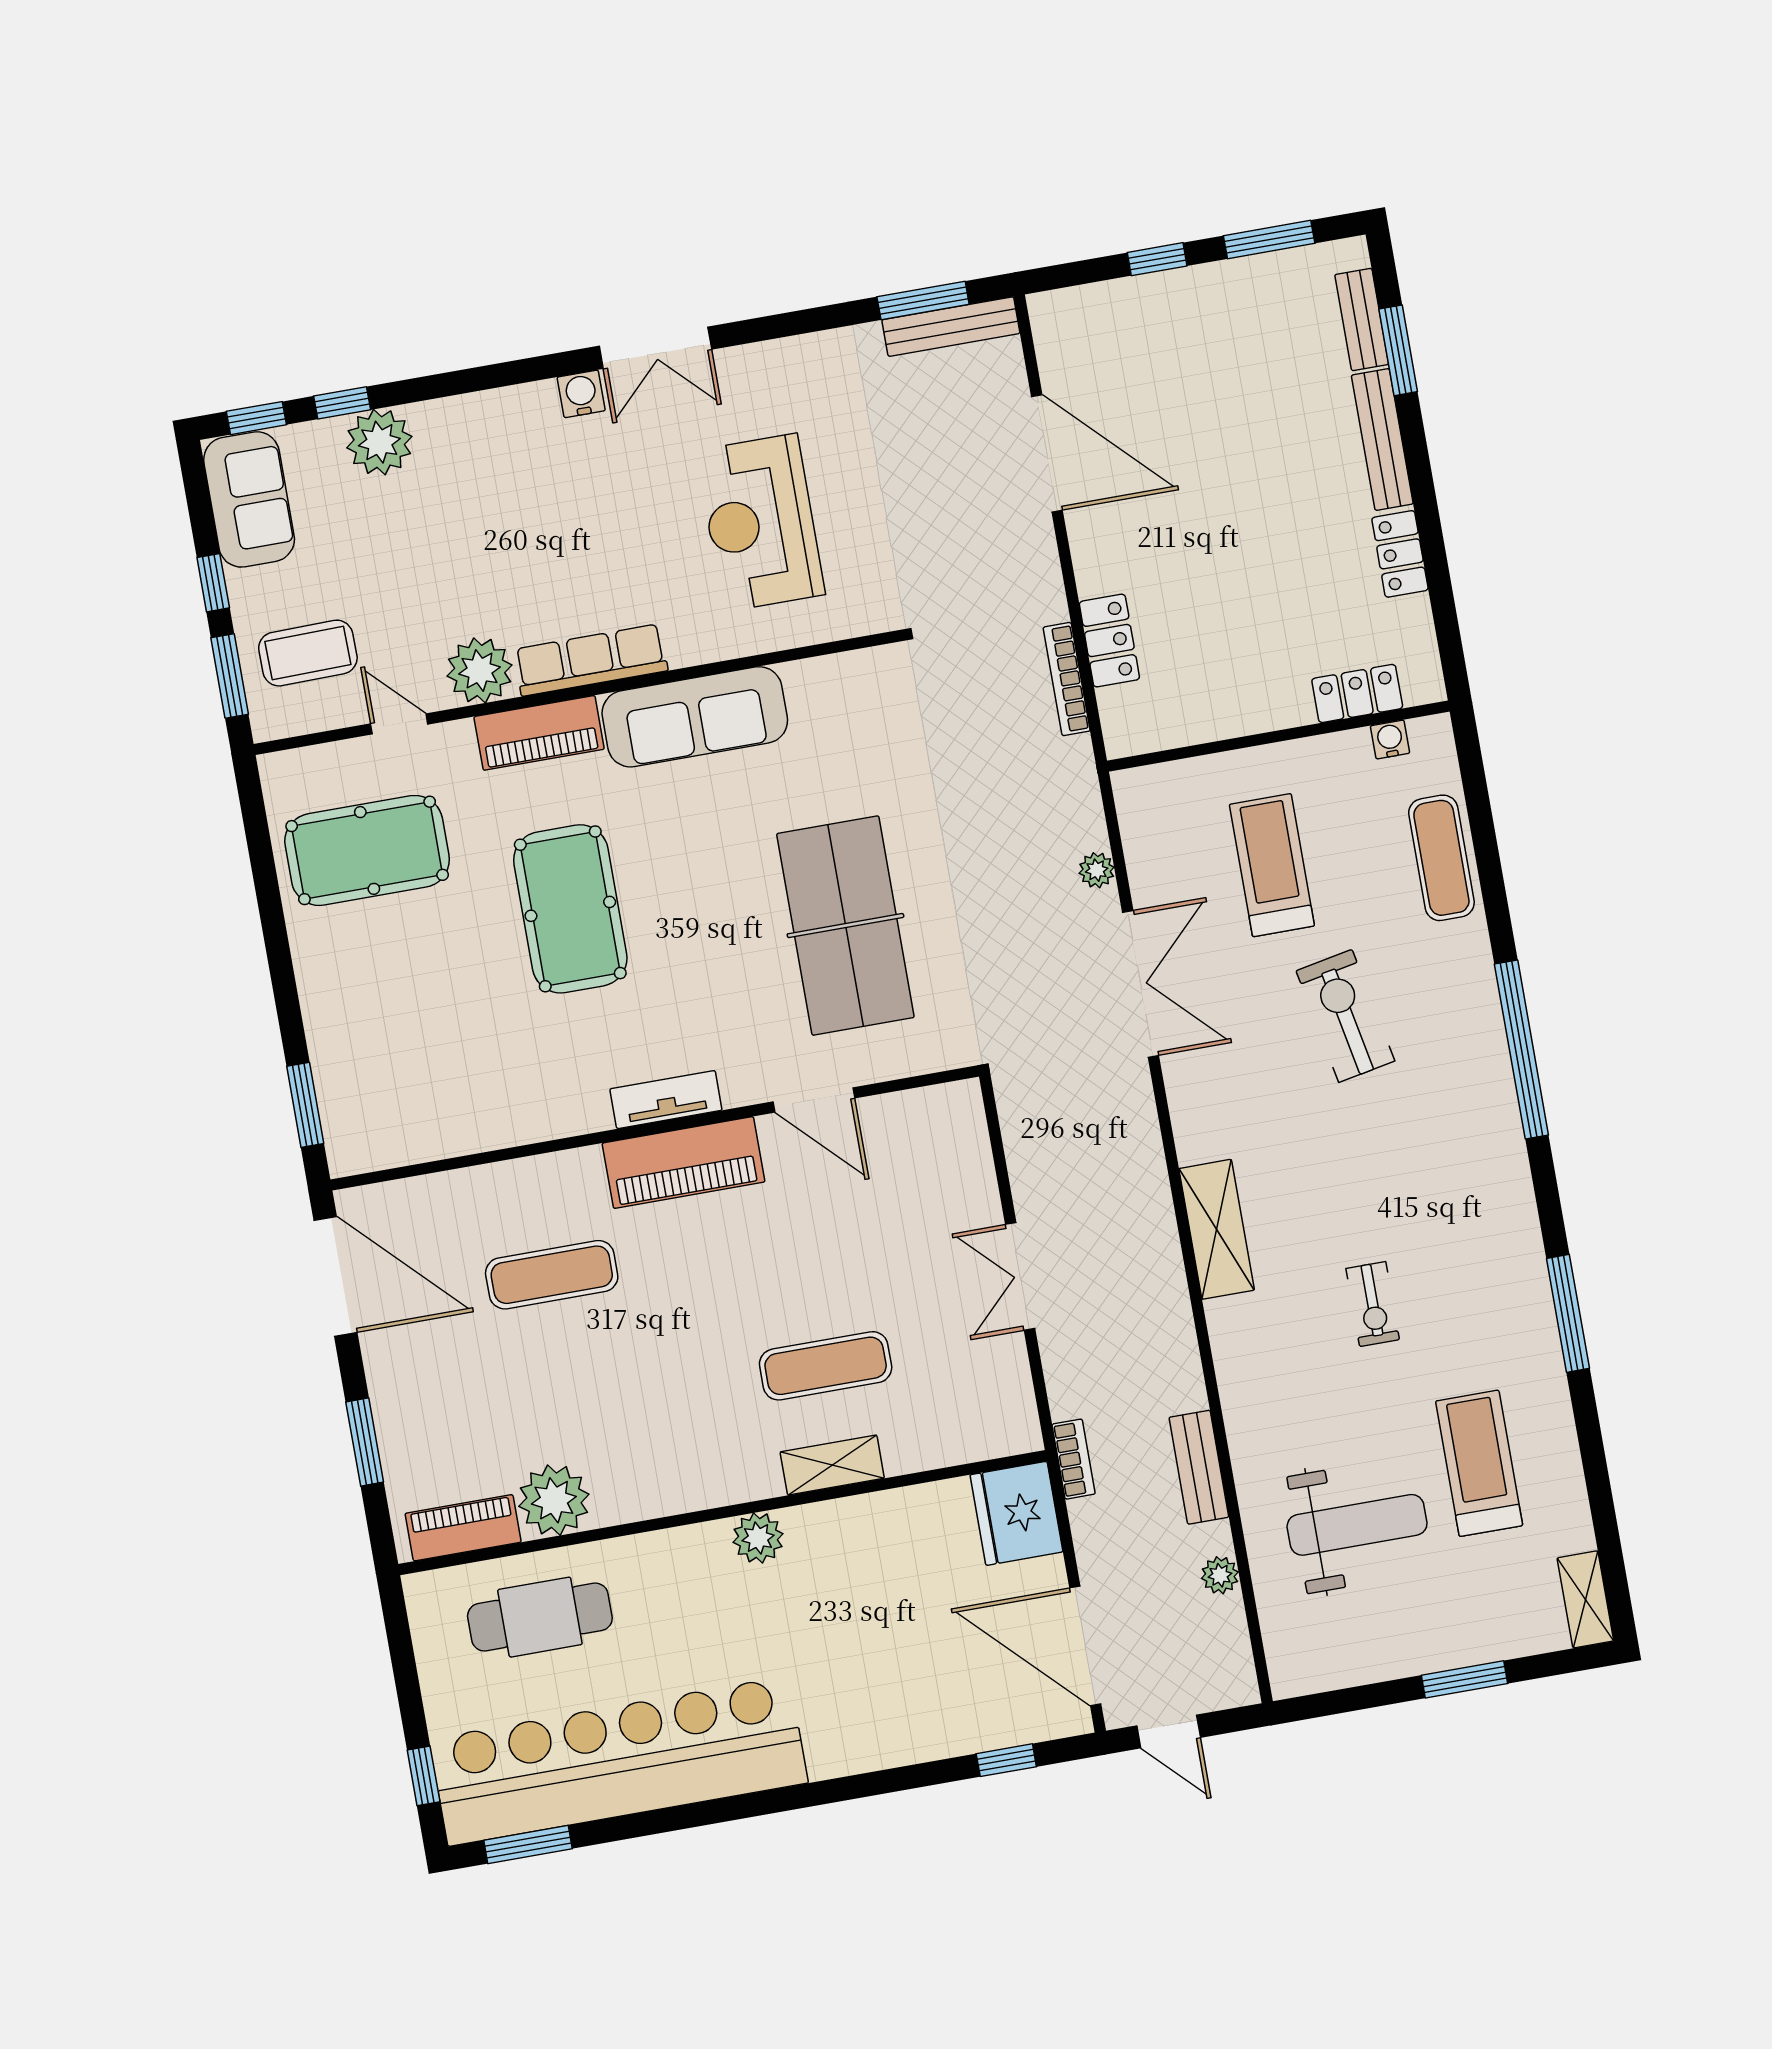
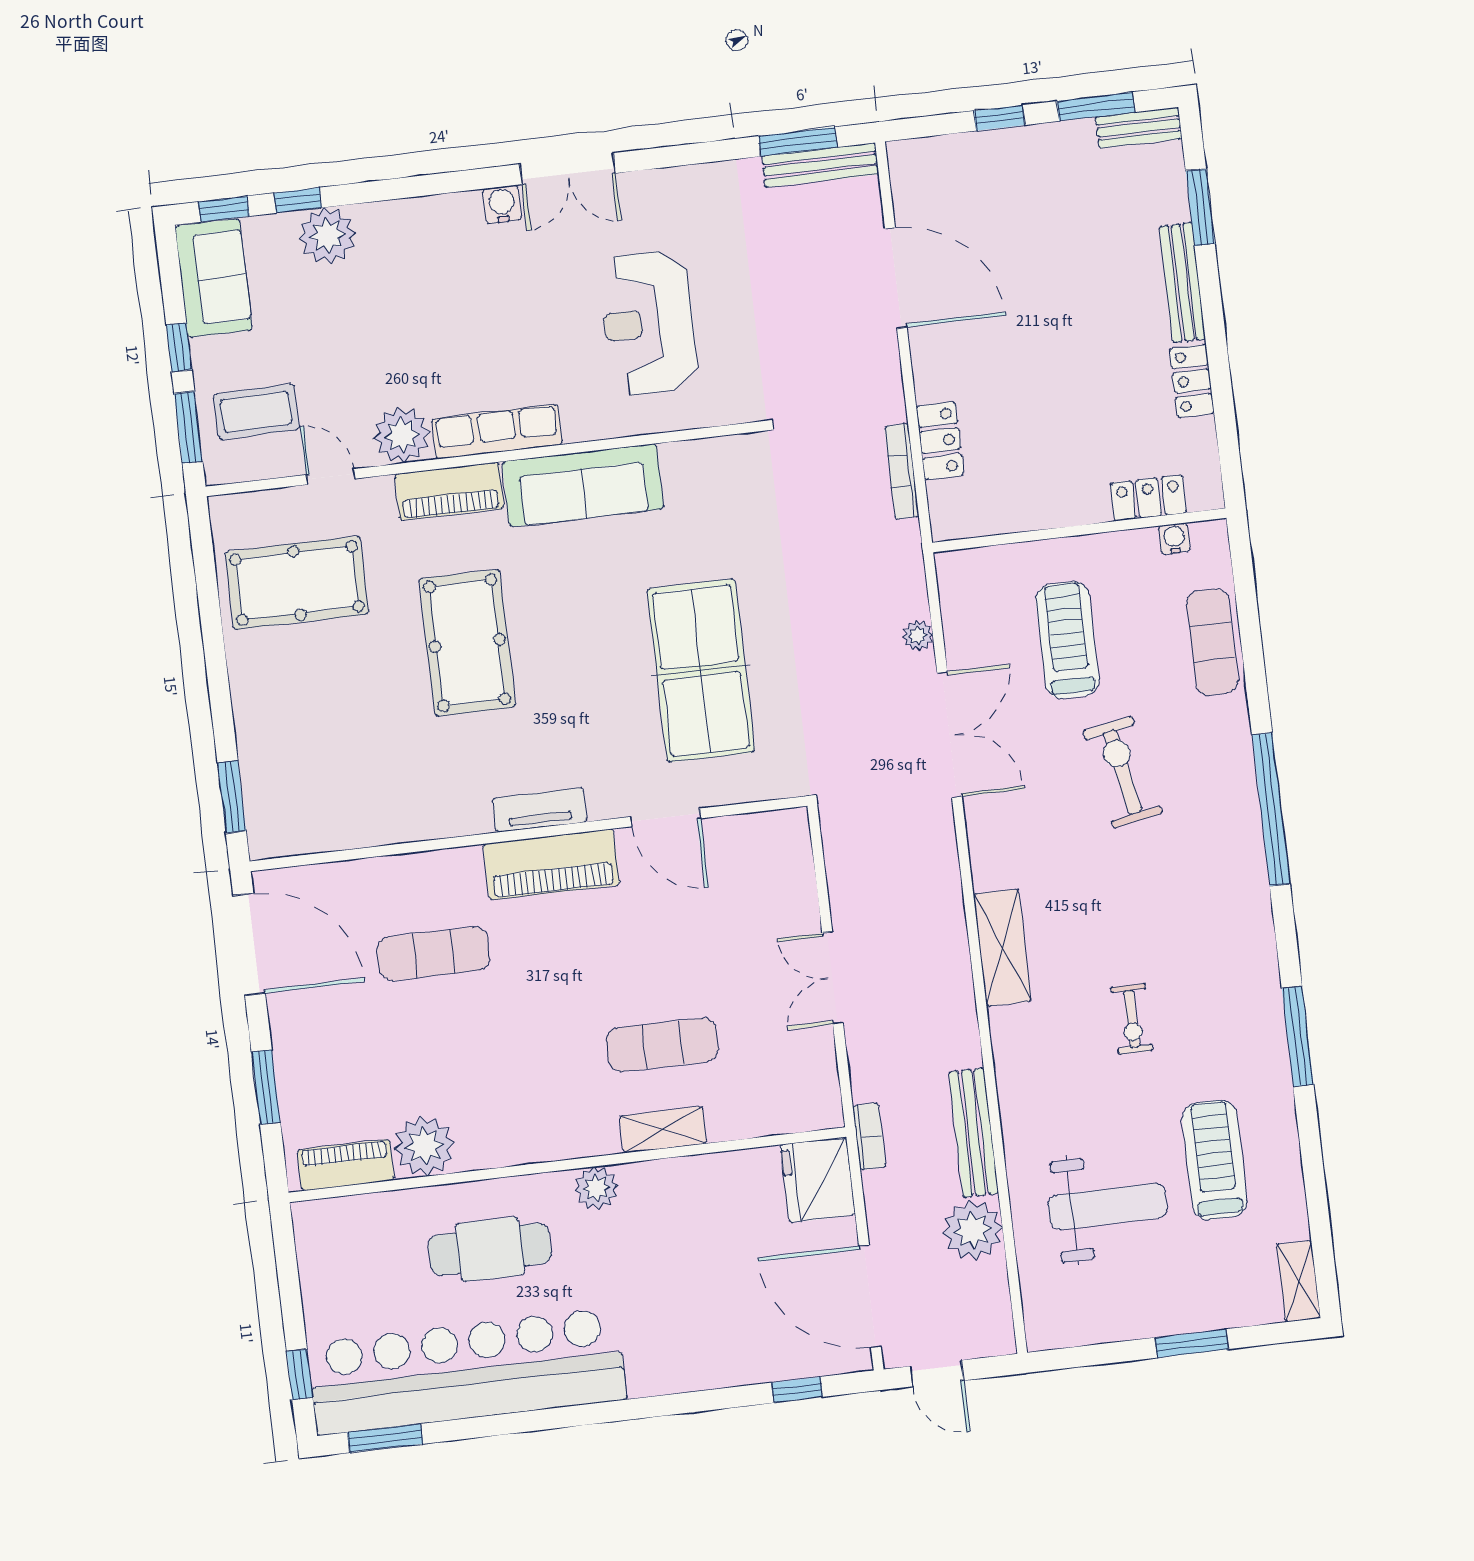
bench: (1362, 320) -> (1139, 128), moved, turned 90
bench: (1199, 1467) -> (974, 1133), width x1.36
plant: (1220, 1575) -> (973, 1230), width x1.88, depth x1.88
cafe table: (540, 1617) -> (490, 1249), moved

